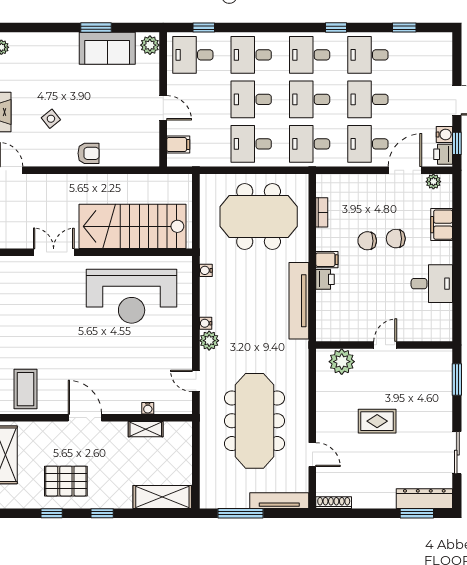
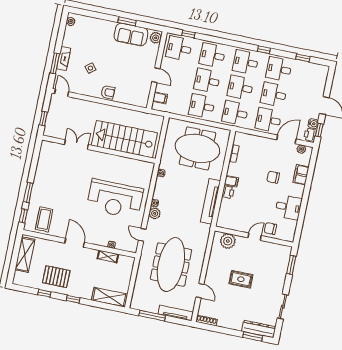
chair: (367, 241) -> (270, 229), moved
reception desk: (132, 296) -> (115, 199), moved

